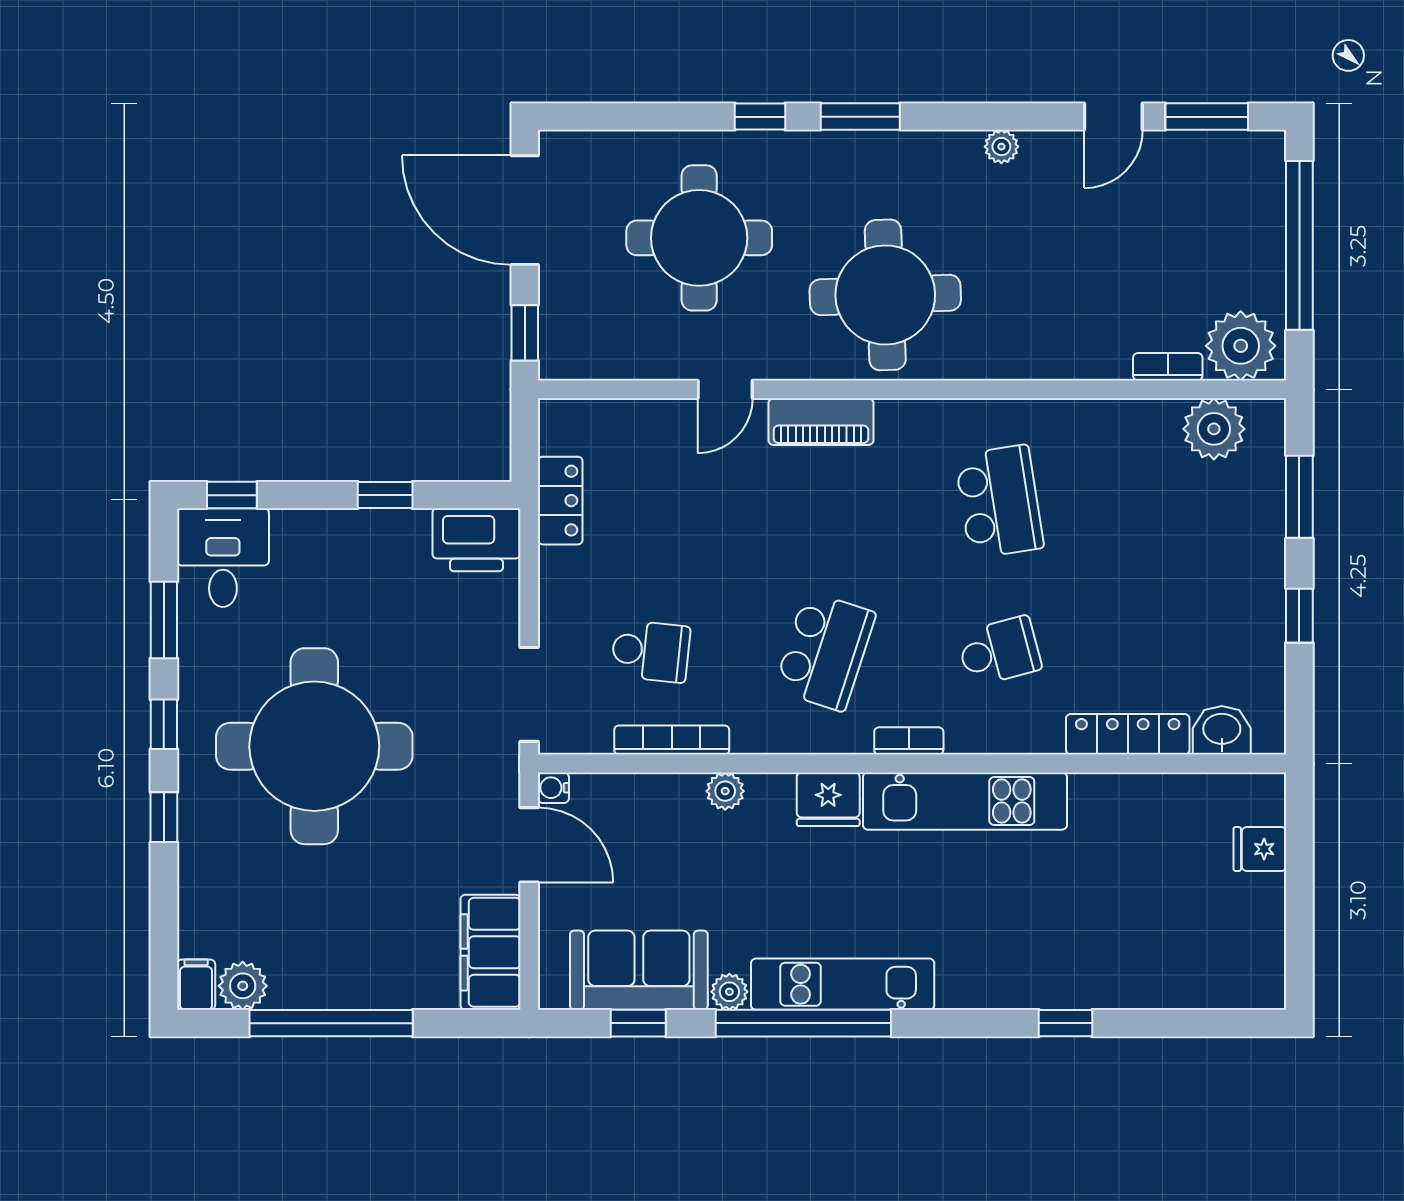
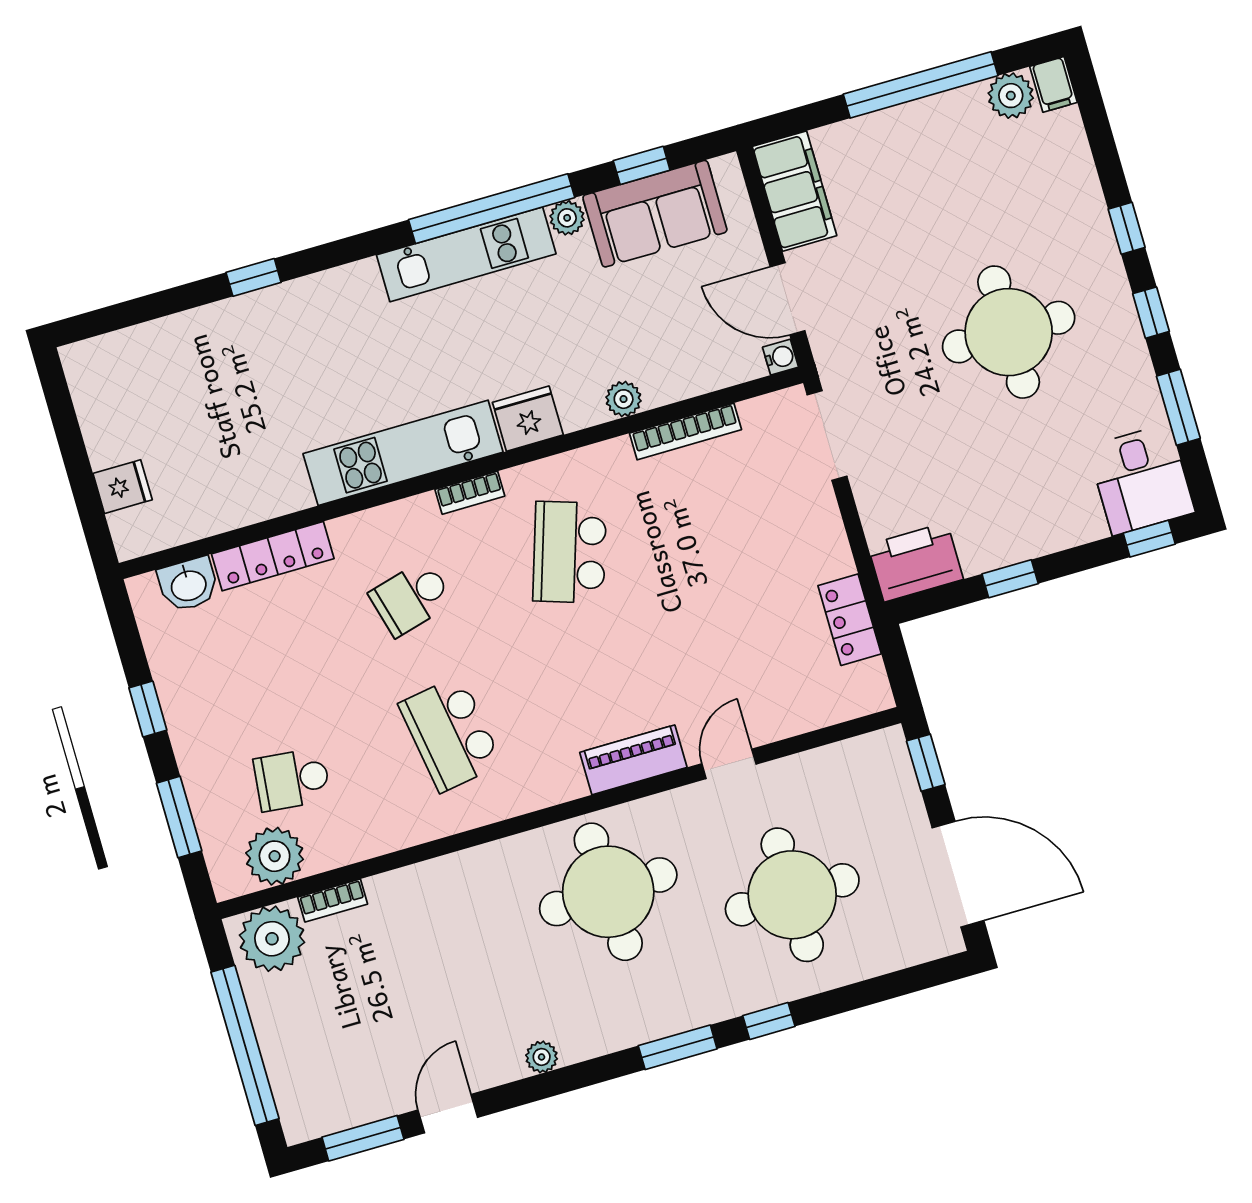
school desk: (651, 651) -> (292, 780), moved
round table: (314, 746) -> (1009, 332), width x0.73, depth x0.73

